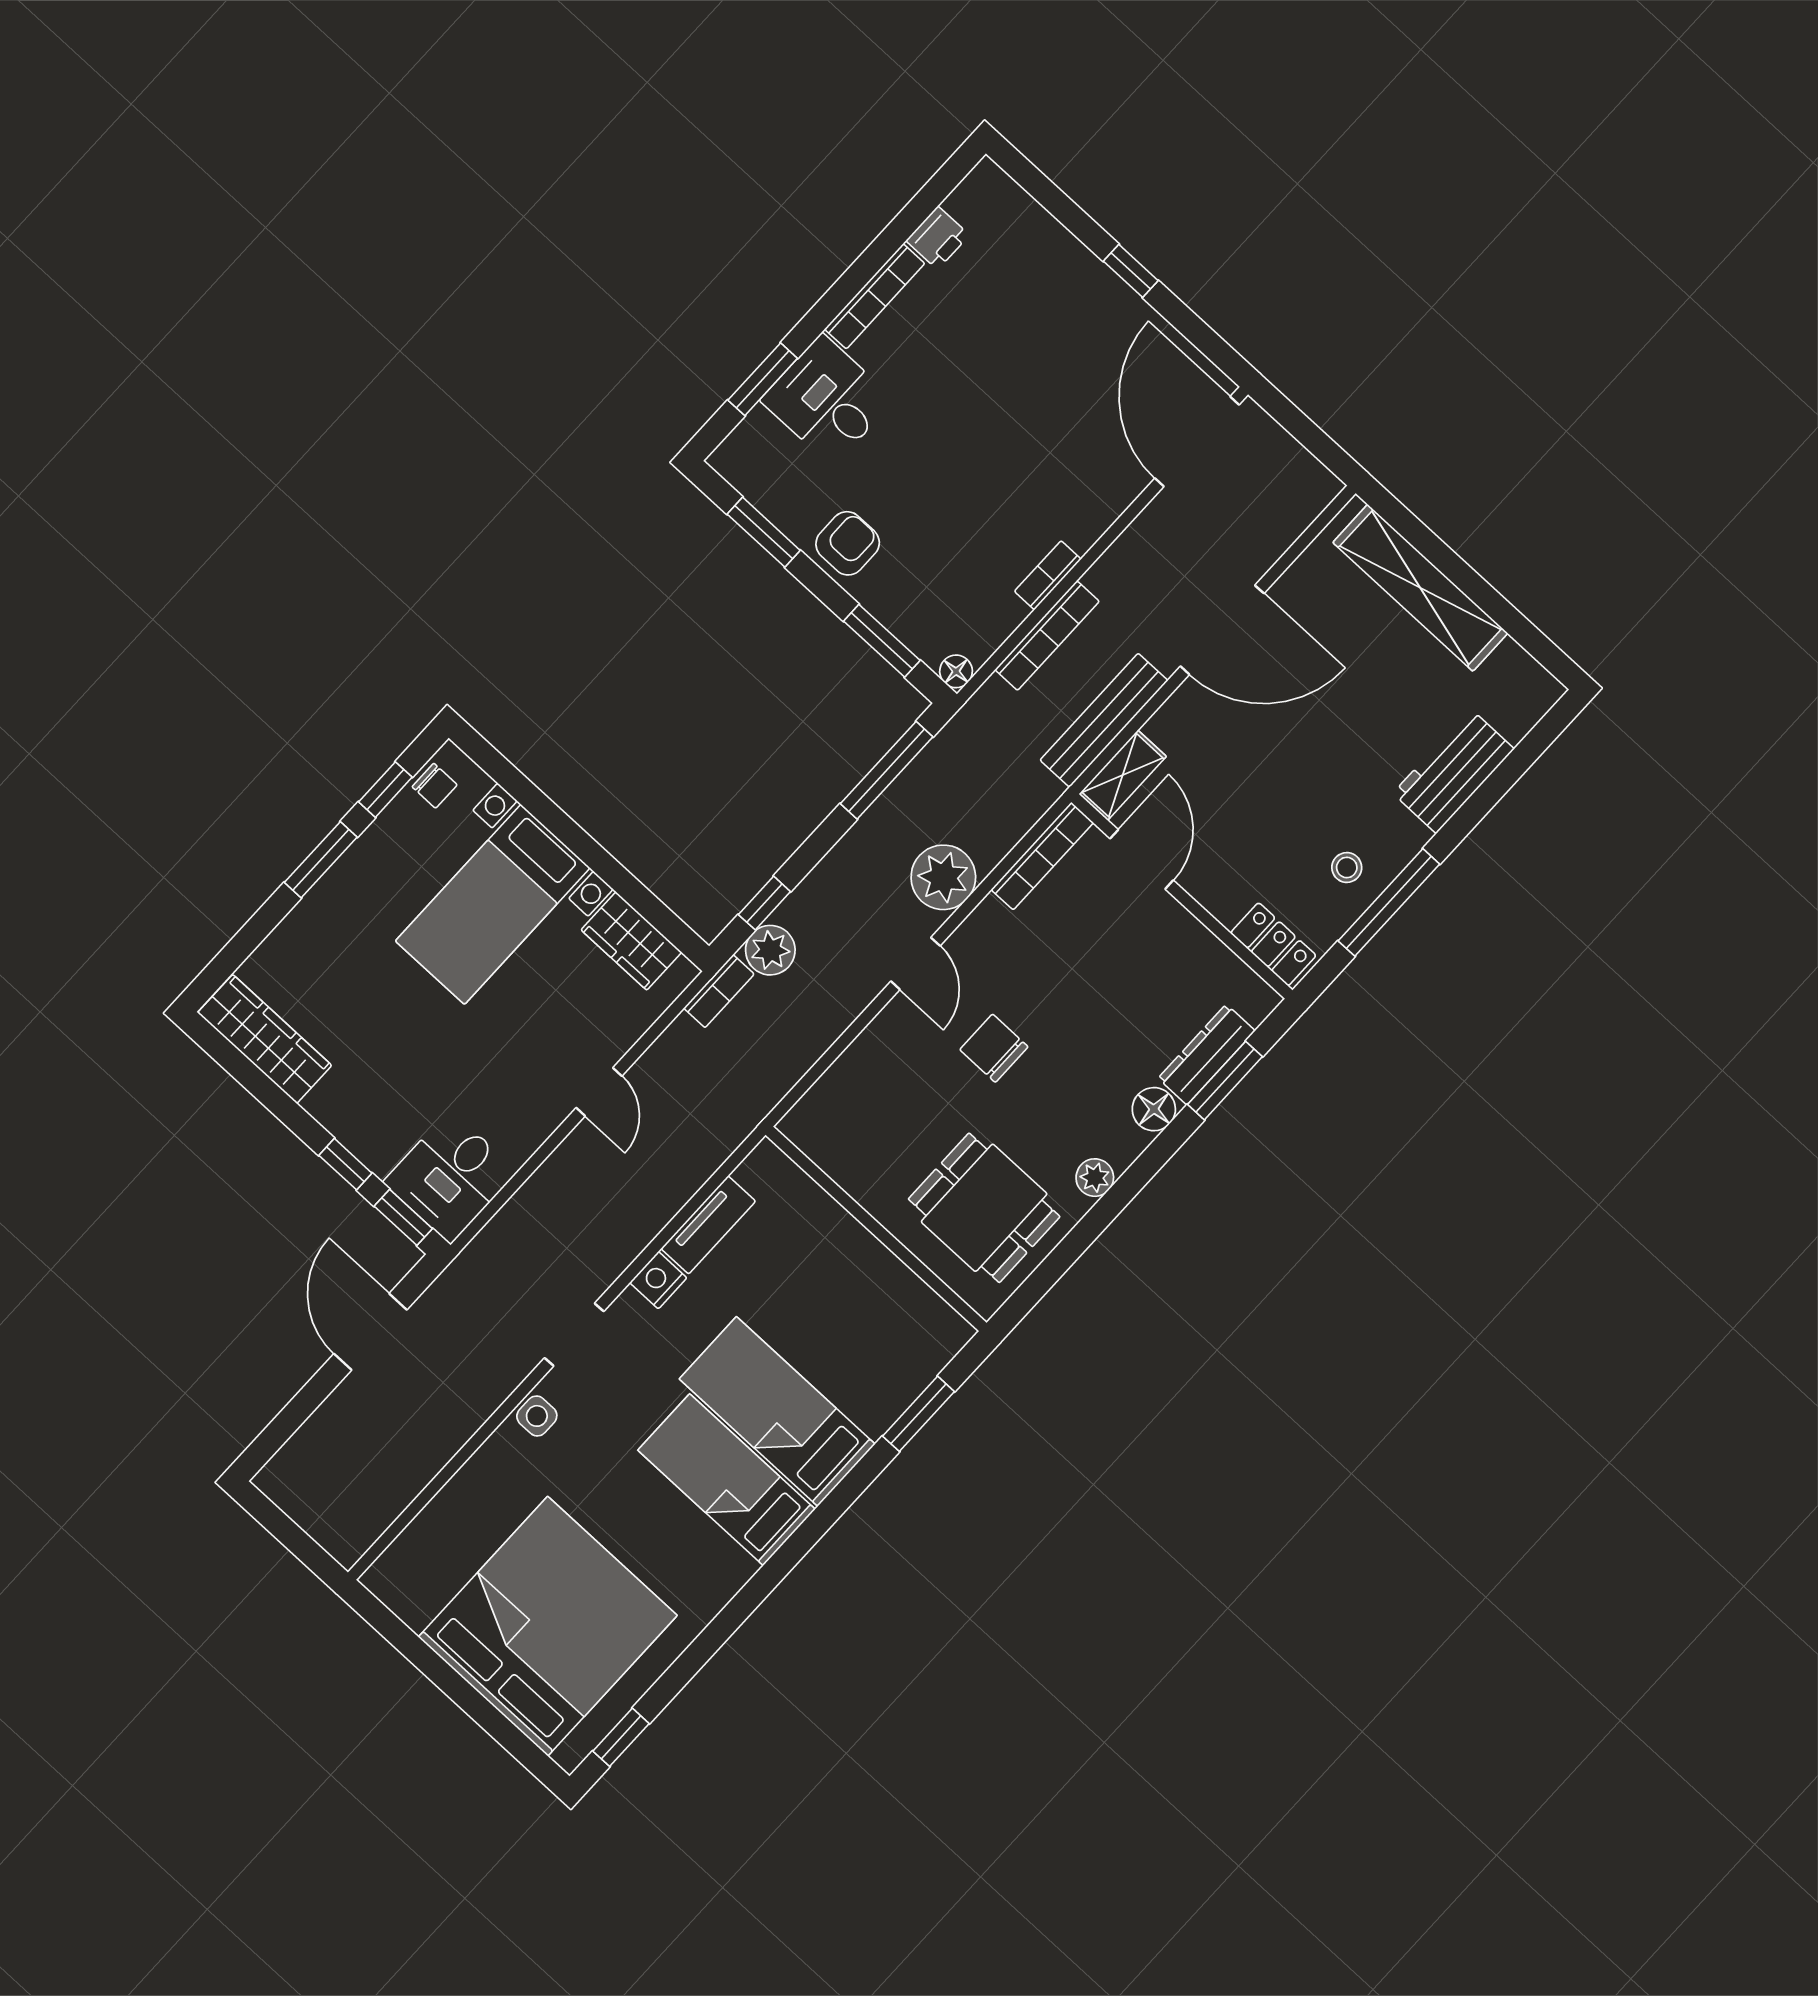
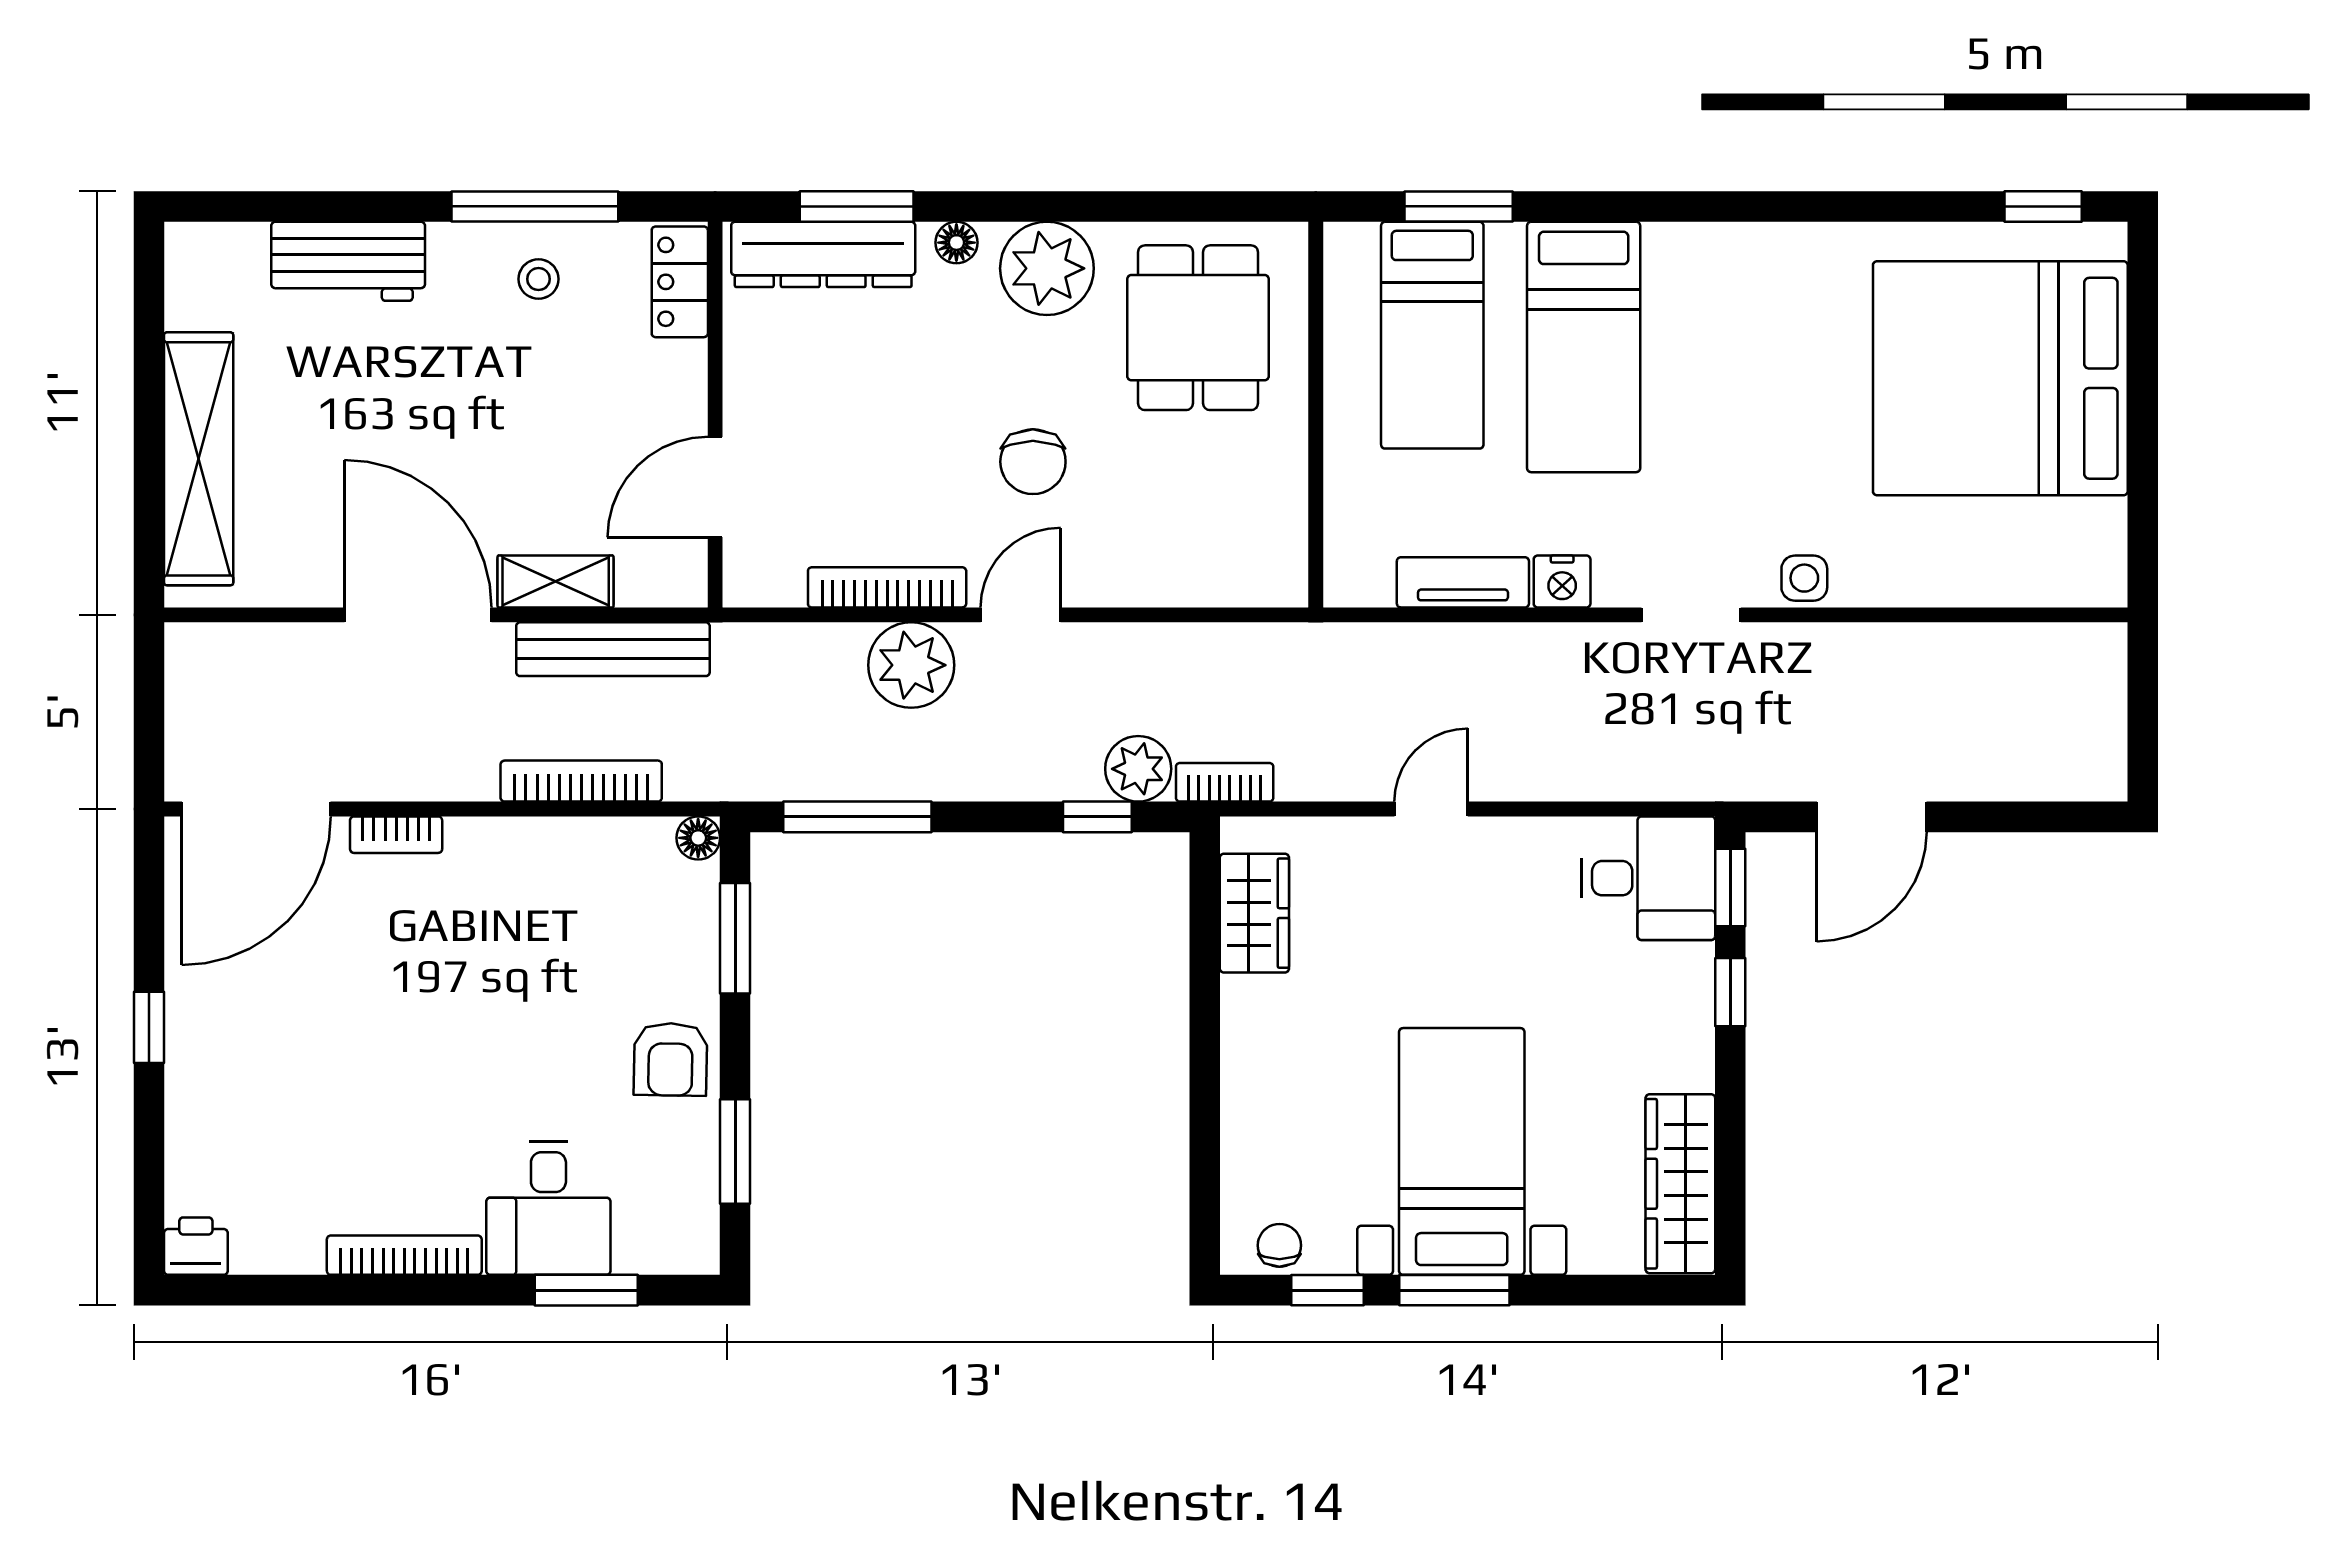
printer: (938, 238) -> (196, 1246), moved
armchair: (848, 543) -> (670, 1059), turned -89
bookcase: (1048, 575) -> (396, 835), moved
shelving: (1123, 775) -> (556, 582), moved
bookcase: (1042, 856) -> (887, 587), moved
bed with nightstands: (493, 904) -> (1462, 1151), moved, turned -90
dresser: (1206, 1055) -> (823, 254), width x1.37, depth x1.24
floor lamp: (1154, 1109) -> (956, 243), width x0.73, depth x0.73
plant: (1095, 1178) -> (1047, 268), width x1.87, depth x1.87
bed: (726, 1480) -> (1432, 335), moved

